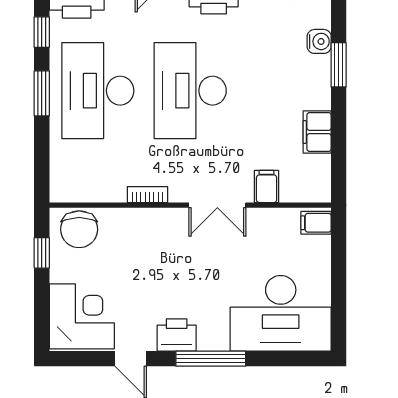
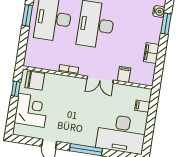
filing cabinet: (316, 223) -> (142, 106), moved
chair: (79, 229) -> (35, 81), turned -90
corner desk: (82, 316) -> (31, 110), moved
printer: (177, 335) -> (72, 136), removed

